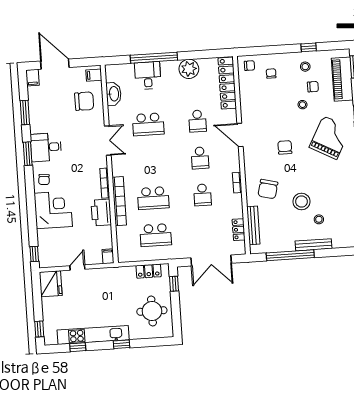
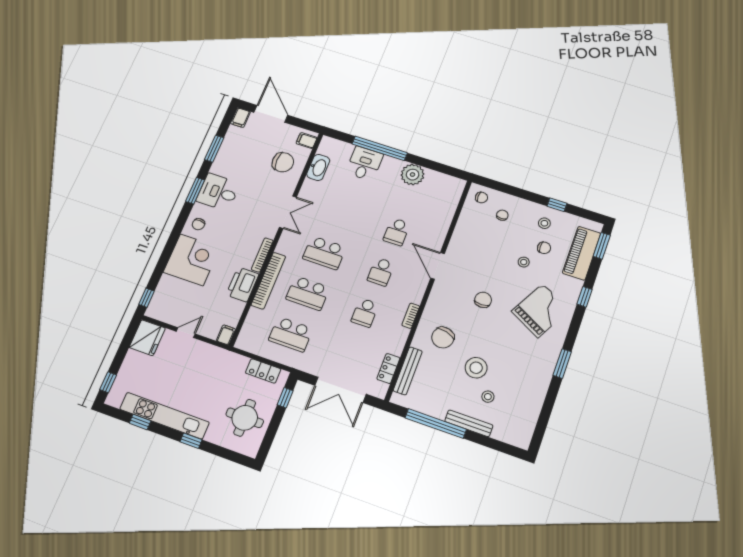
locker: (227, 83) -> (448, 206), removed
school desk: (148, 124) -> (324, 253), moved

